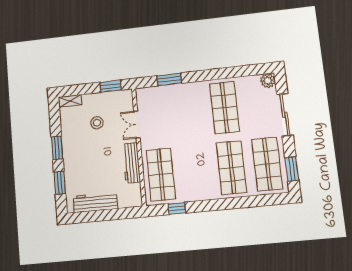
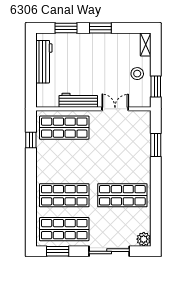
stool: (97, 123) -> (137, 74), moved

